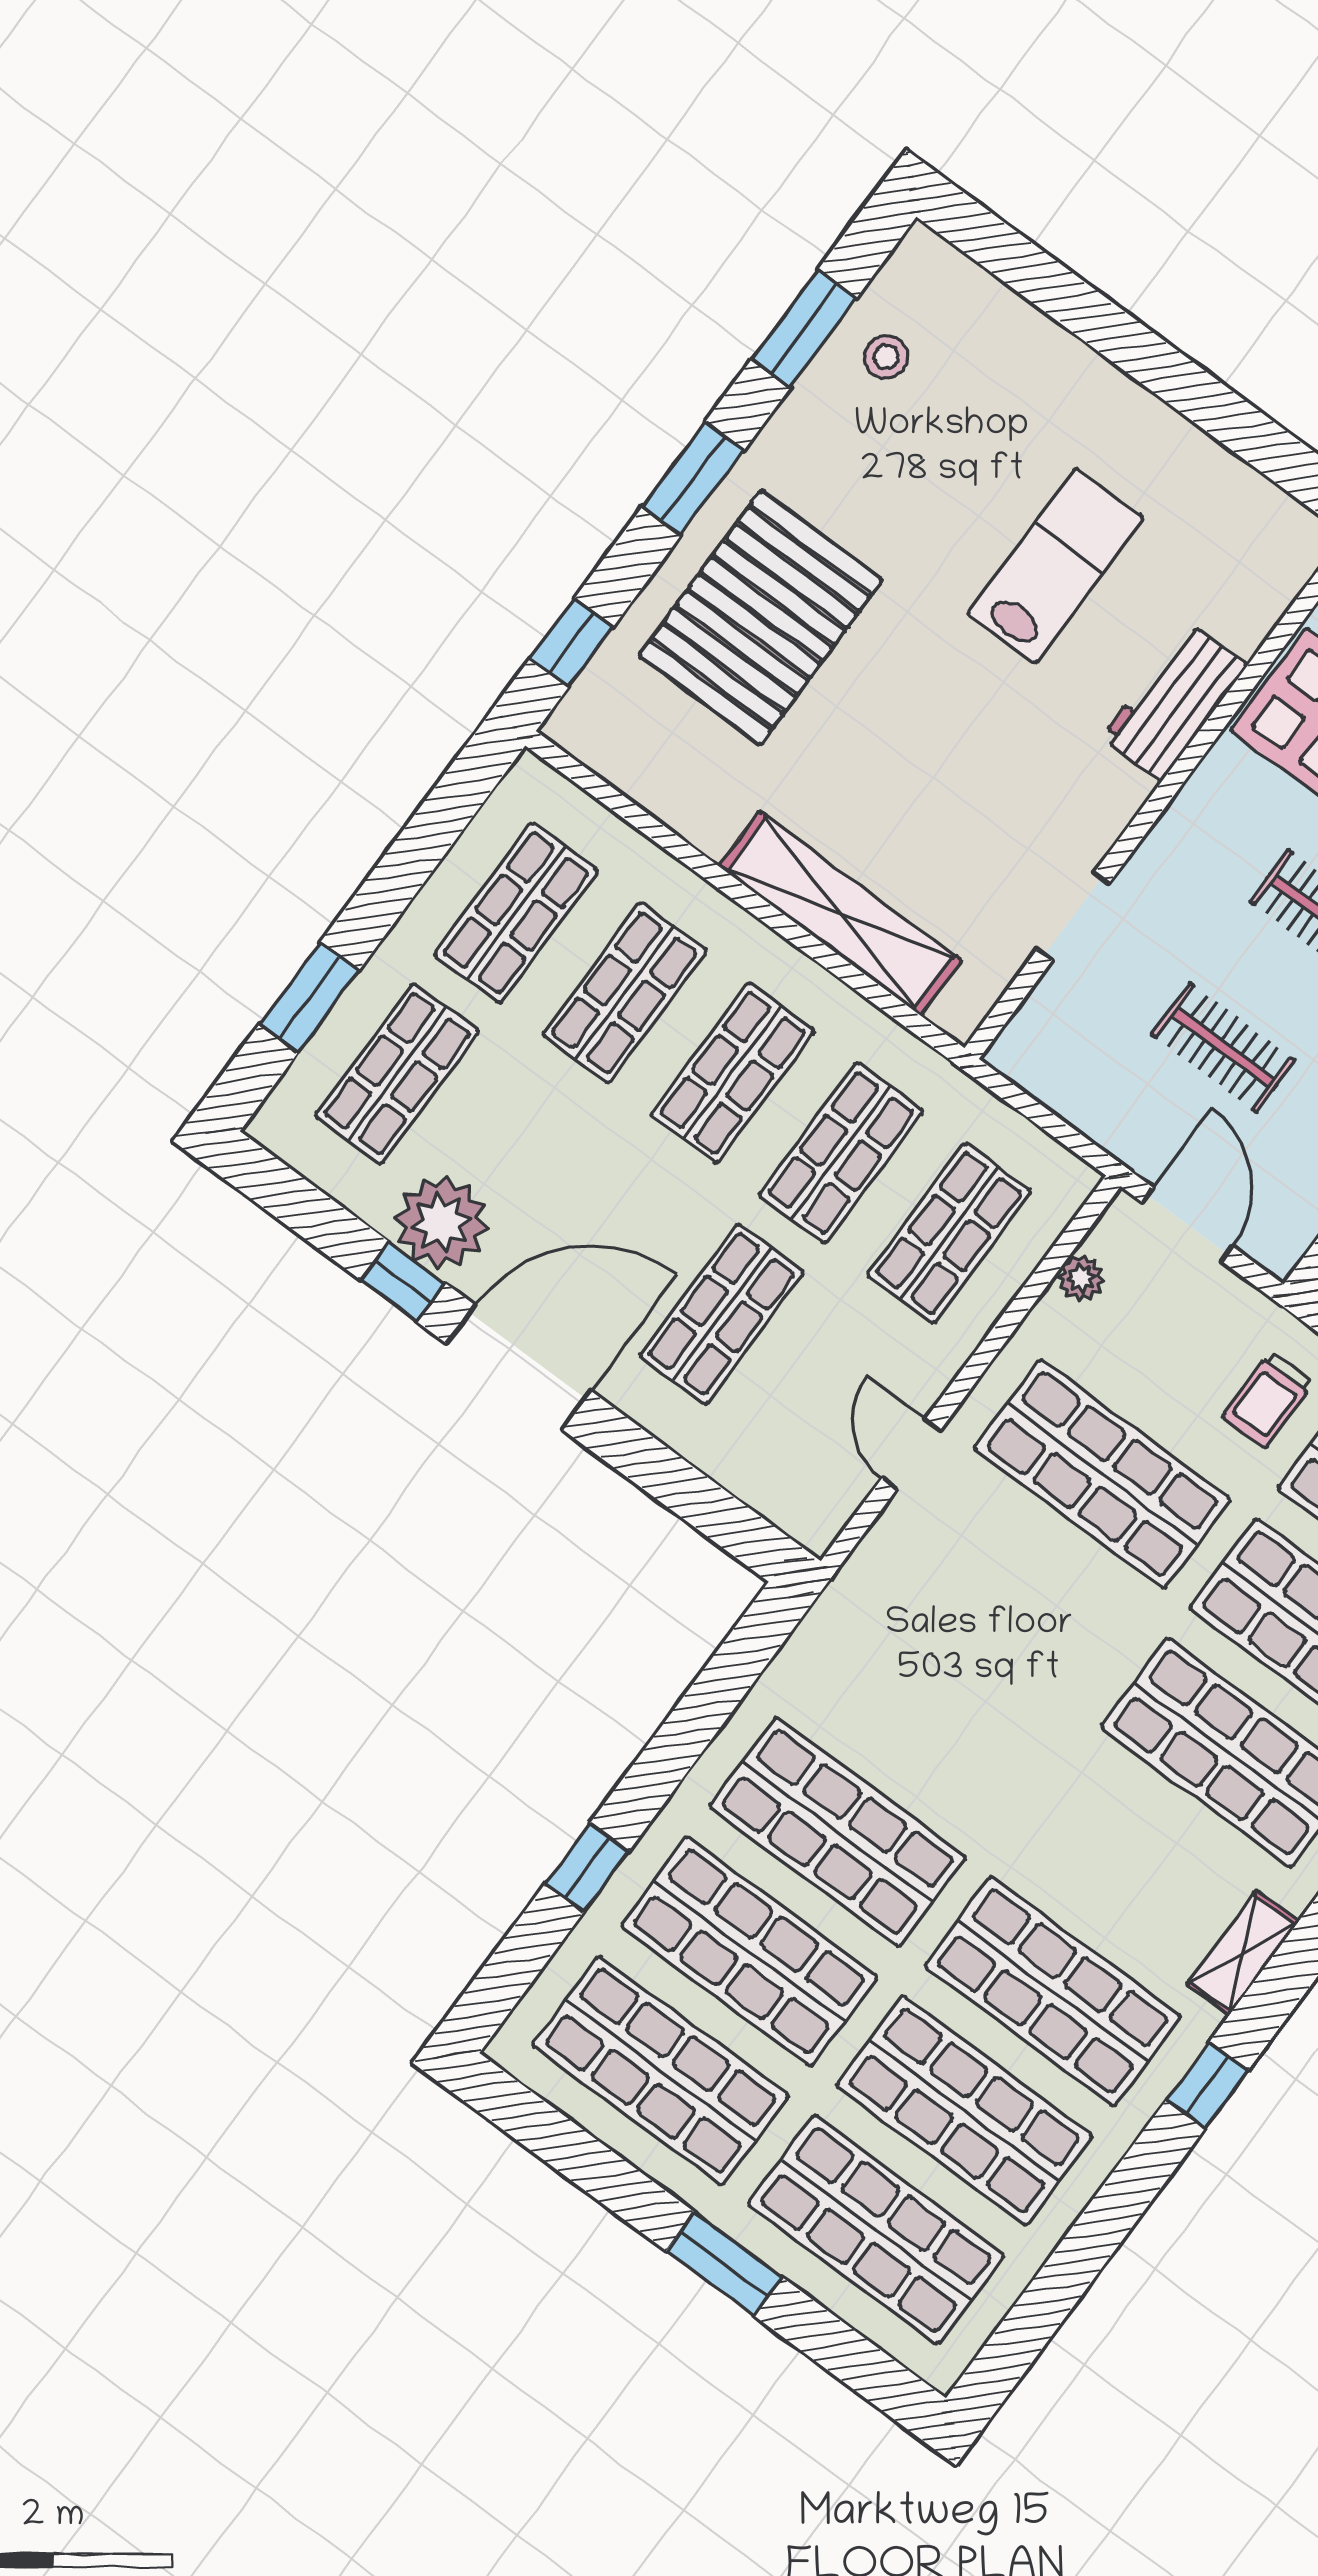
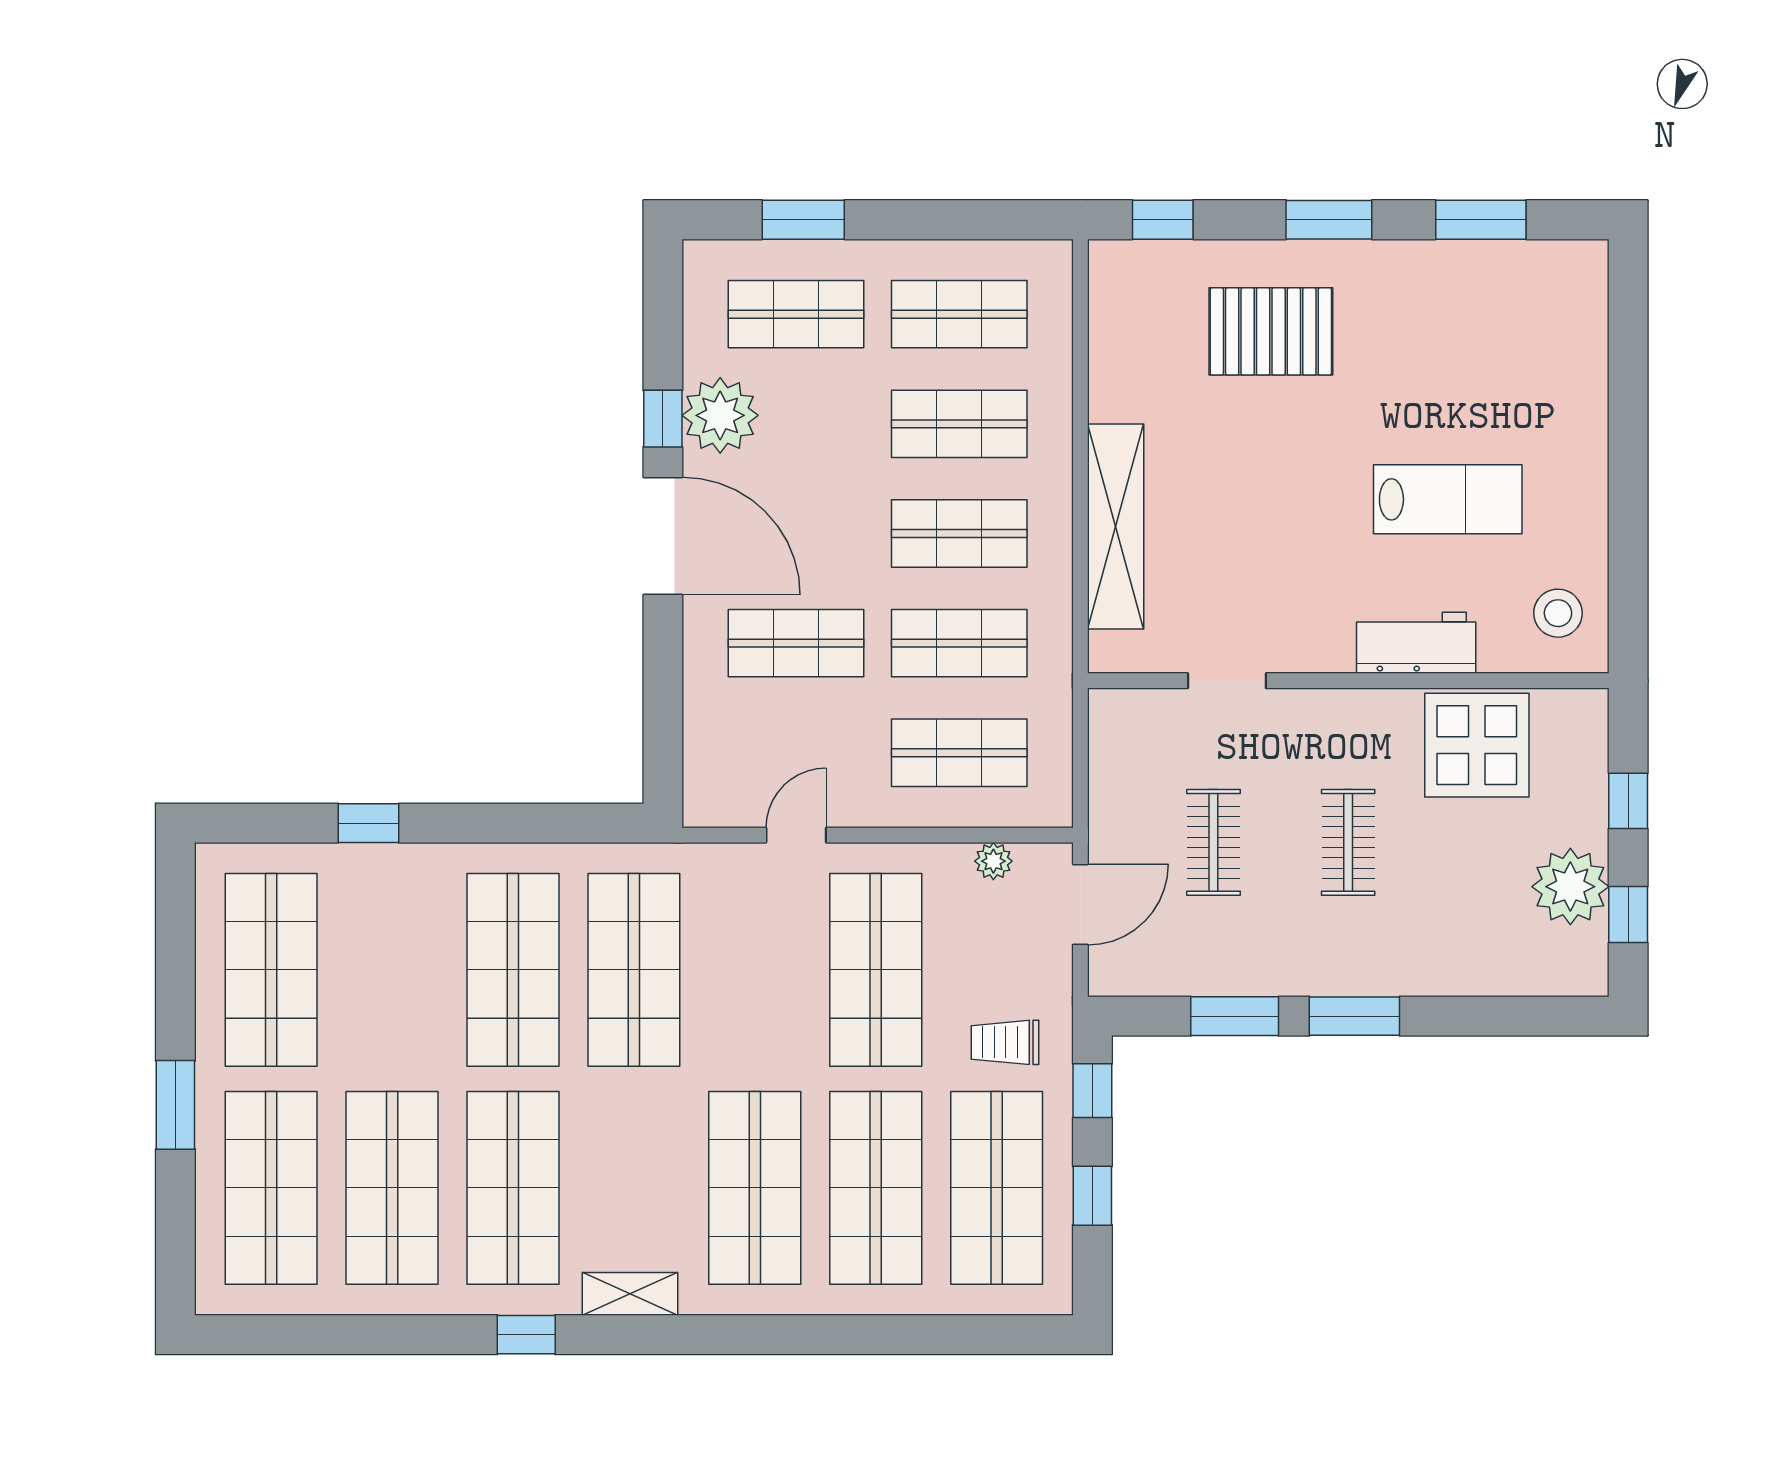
stool: (886, 357) -> (1558, 613), moved, width x1.37, depth x1.37
pallet: (761, 618) -> (1271, 331), width x0.73, depth x0.71
shop shelf: (749, 1951) -> (634, 970), moved

